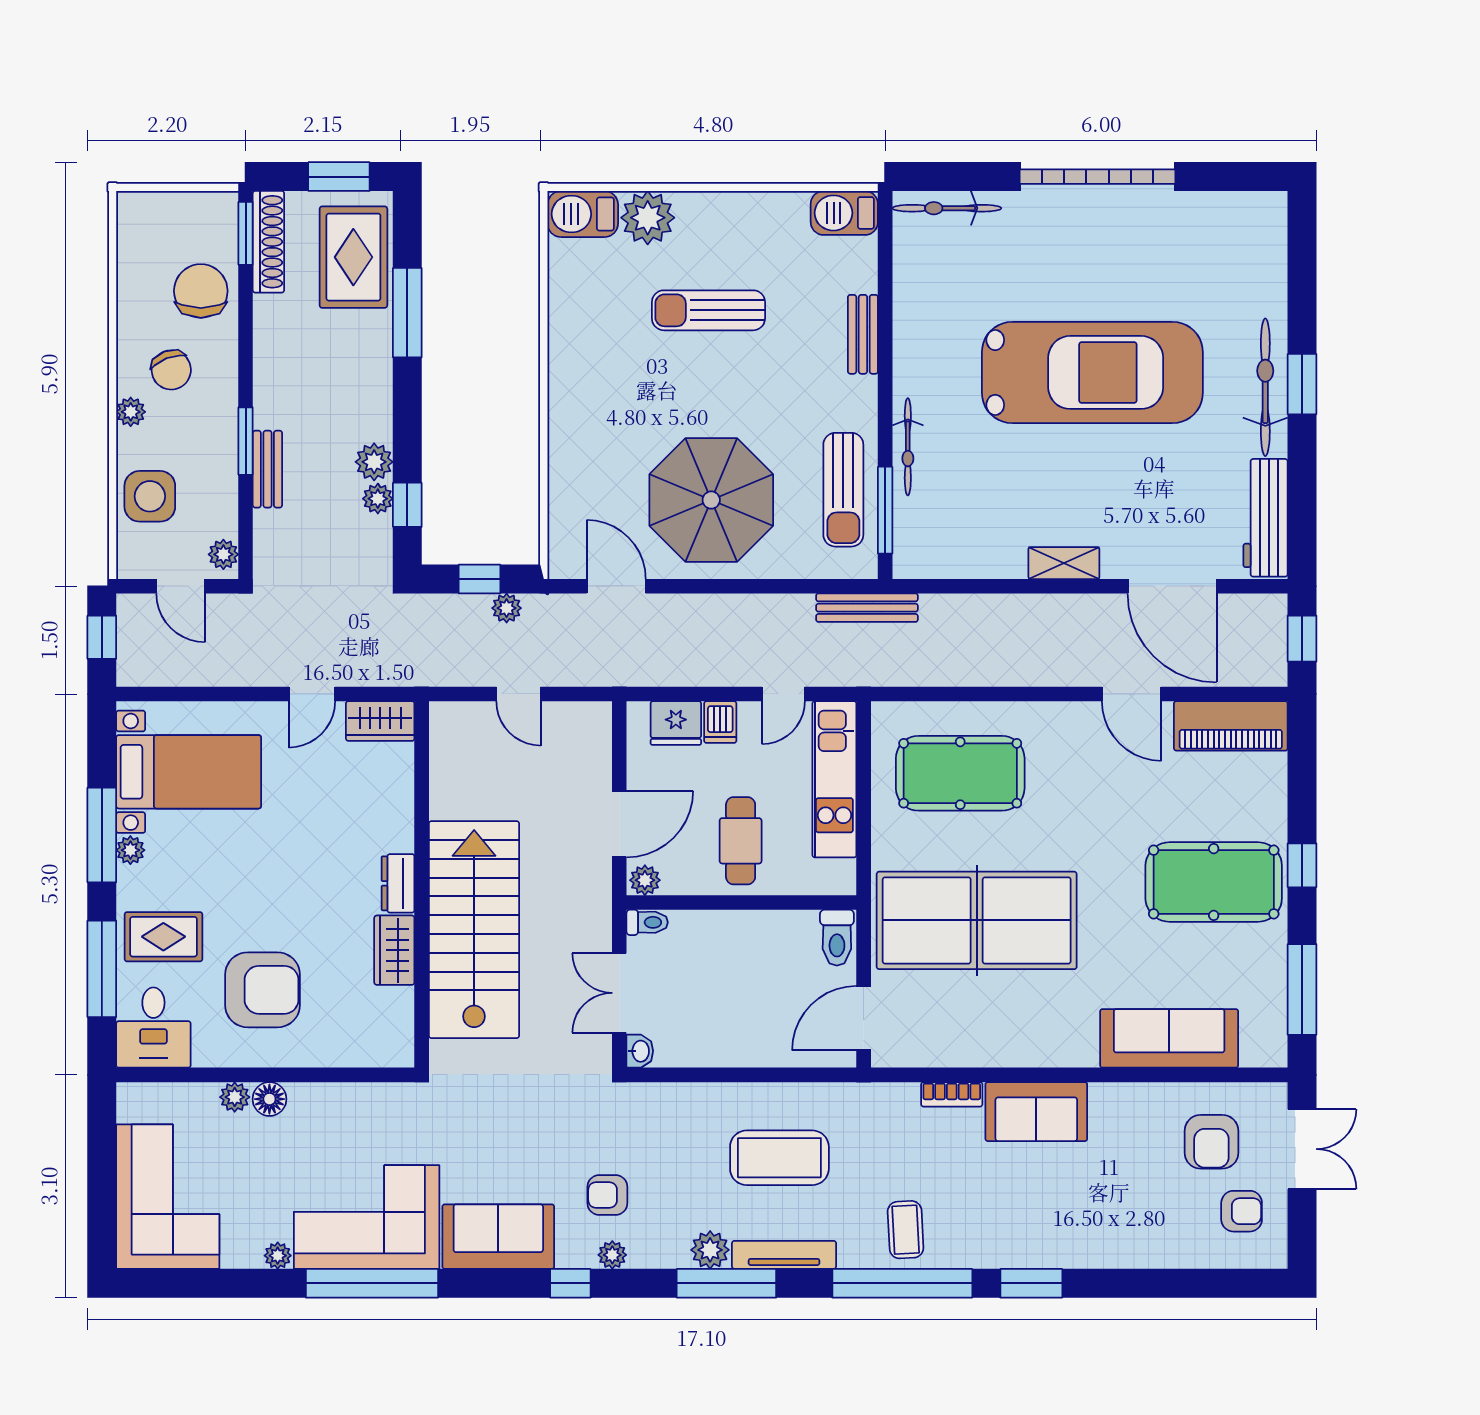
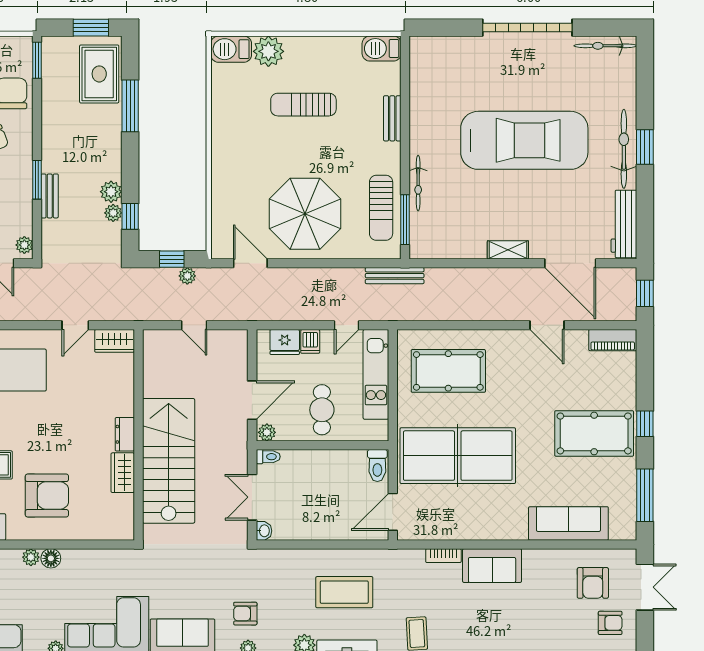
bicycle: (947, 208) -> (605, 46), moved
shoe rack: (268, 242) -> (50, 65), removed
piano: (1231, 726) -> (613, 340), width x0.73, depth x0.75

